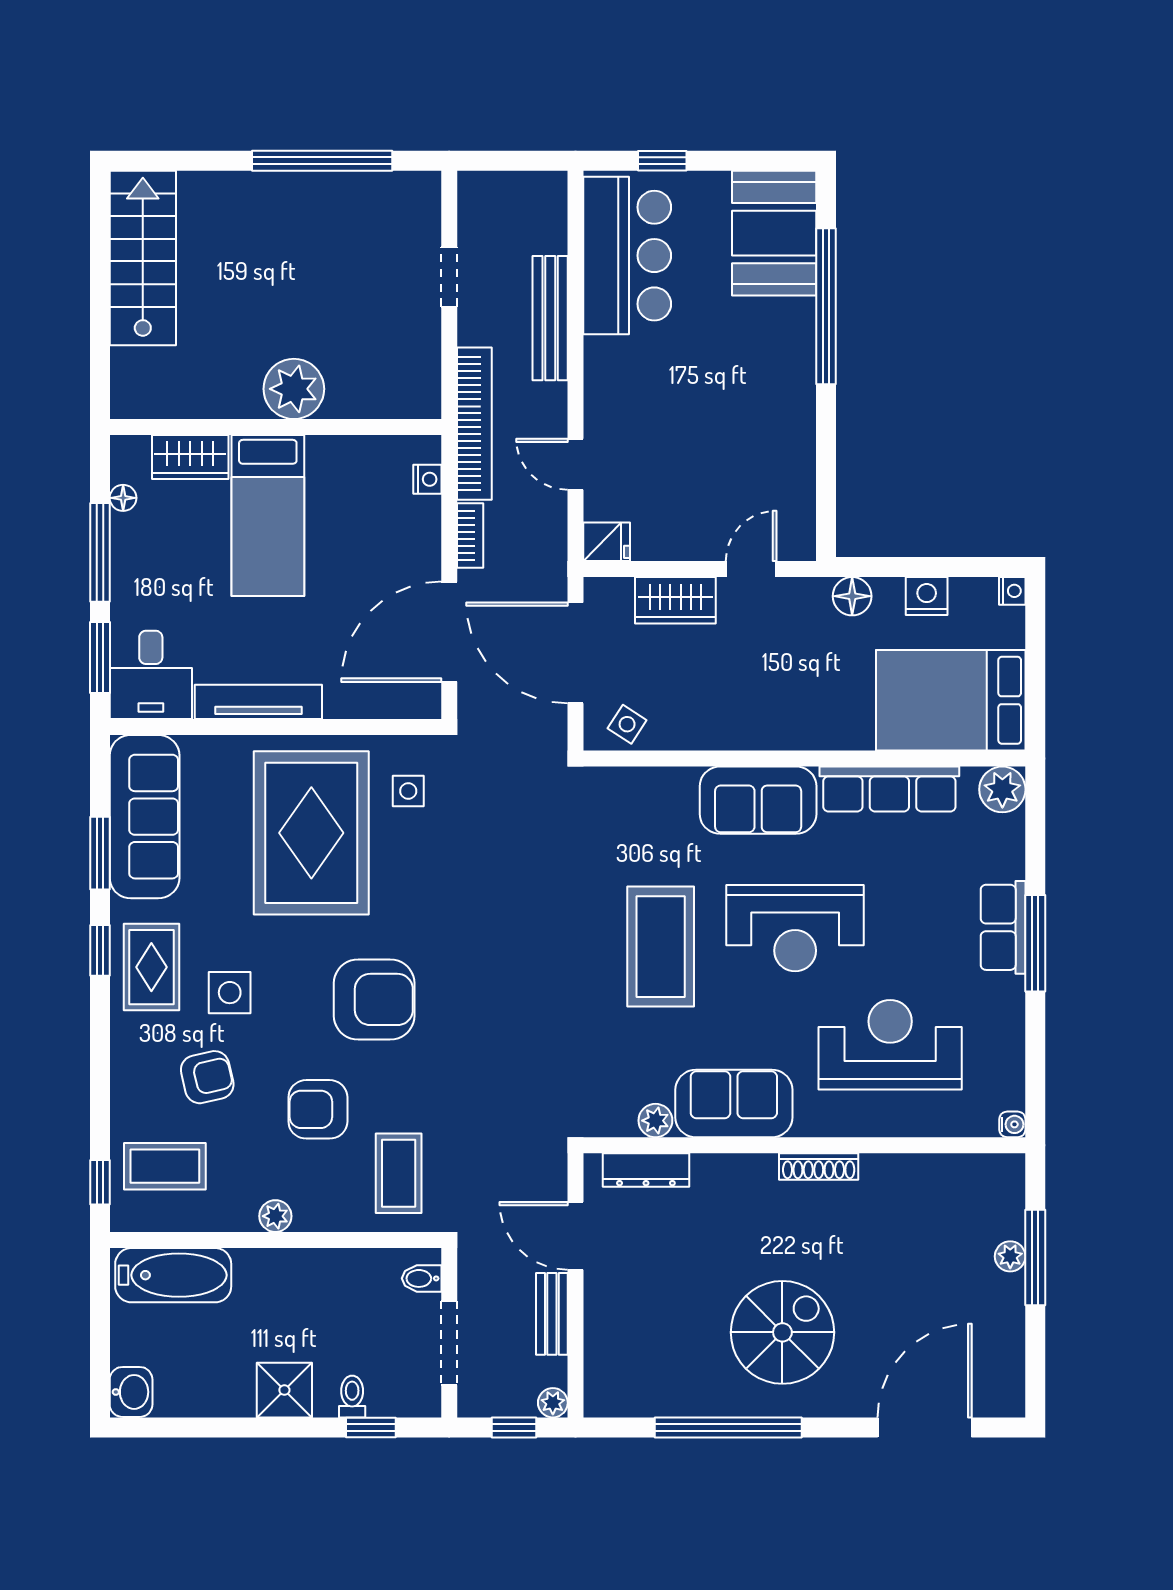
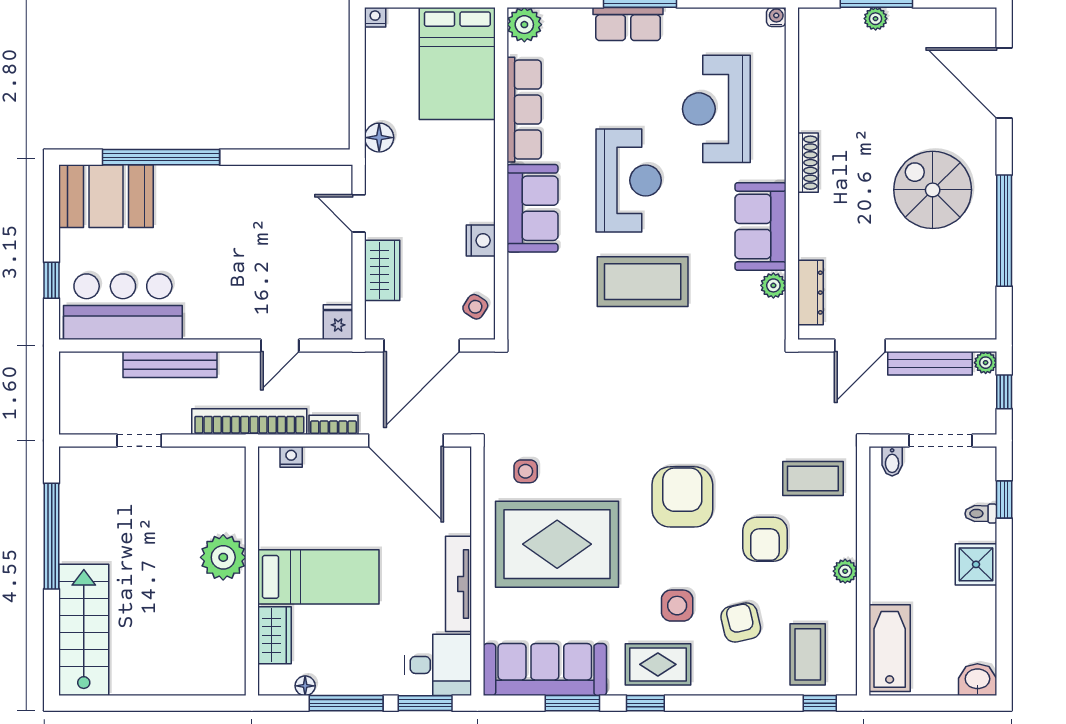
stairs: (143, 258) -> (84, 630), moved, turned 90
nightstand: (927, 596) -> (481, 241), moved, turned 180
bench: (552, 1314) -> (930, 363), width x1.36

